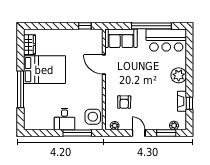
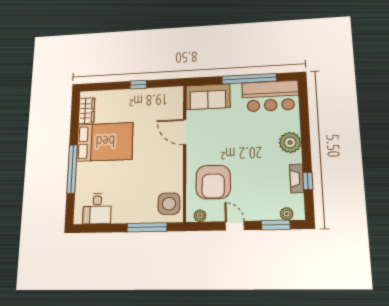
window: (85, 26) -> (138, 85), moved
armchair: (124, 102) -> (213, 182), width x1.88, depth x1.88
desk: (65, 119) -> (97, 209), moved

